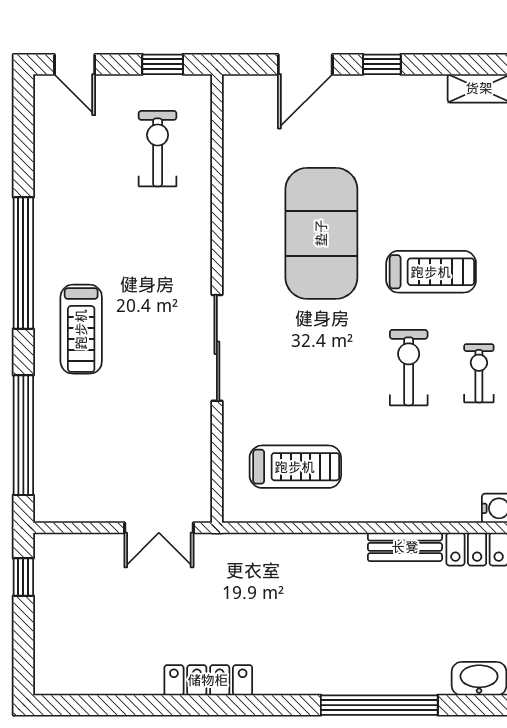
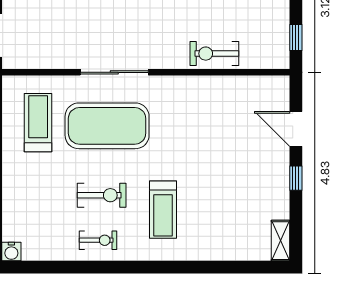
exercise bike: (158, 149) -> (214, 54), moved, turned 180
exercise mat: (321, 233) -> (107, 126), moved
treadmill: (295, 467) -> (38, 123), turned 180

